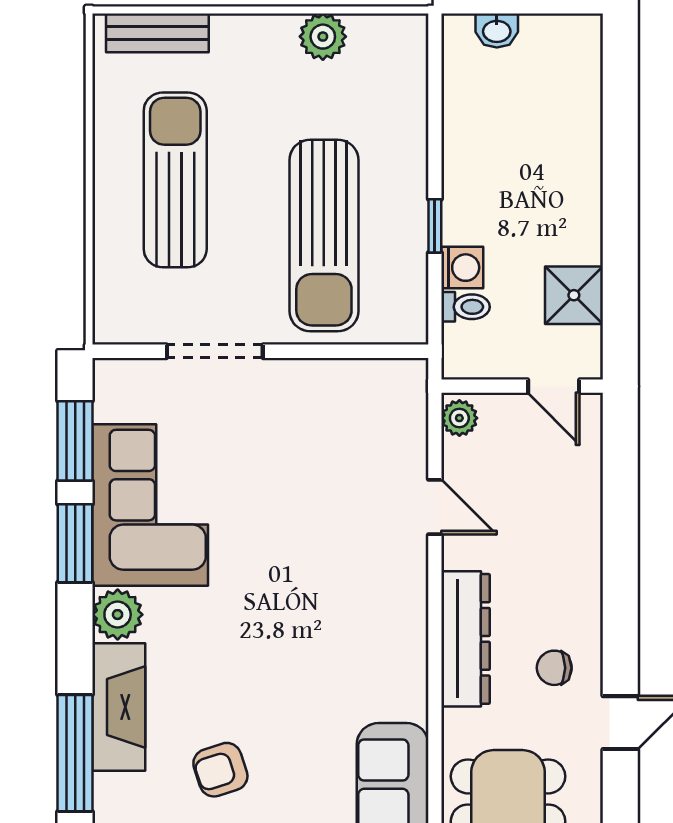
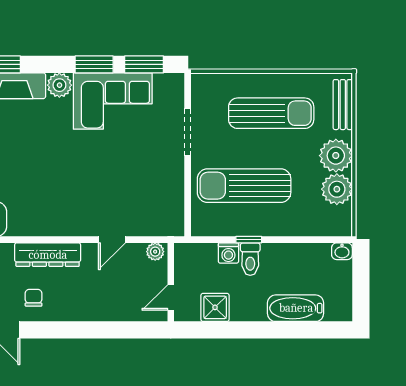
washbasin: (497, 30) -> (342, 251), moved, turned -90
plant: (323, 37) -> (337, 189), width x1.36, depth x1.36
plant: (262, 47) -> (336, 156), added
bathtub: (576, 130) -> (296, 308), added
toilet: (466, 307) -> (250, 259), moved, width x1.37, depth x1.39

